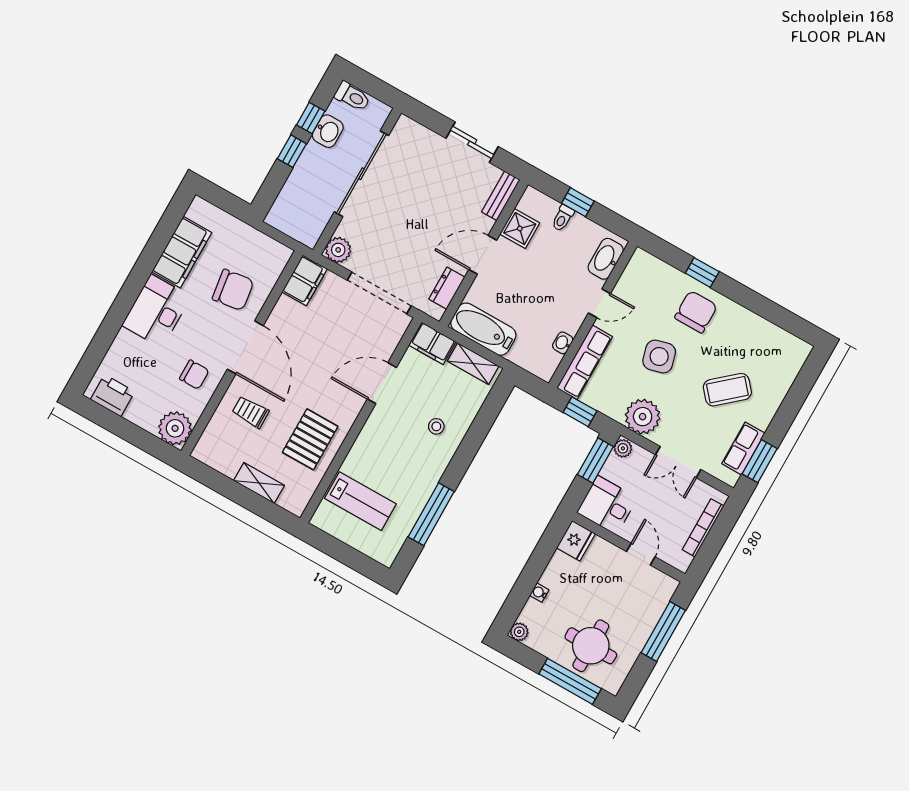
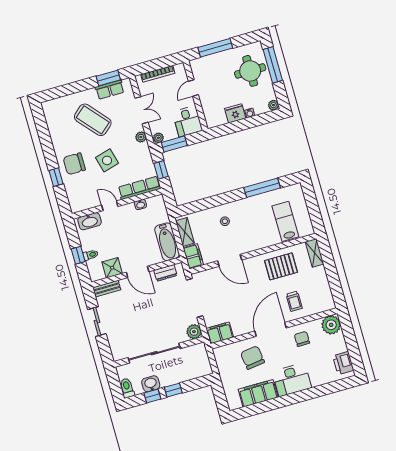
coffee table: (727, 390) -> (93, 120), width x1.36, depth x1.32
plant: (643, 417) -> (141, 137), width x0.53, depth x0.53
shelving: (259, 483) -> (314, 253), moved
fridge: (576, 541) -> (235, 113), moved

